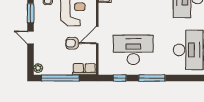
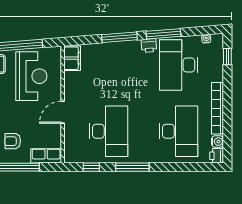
armchair: (72, 43) -> (13, 141), moved
desk: (133, 50) -> (109, 131), turned 90

